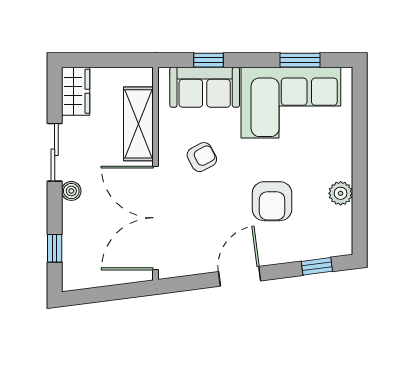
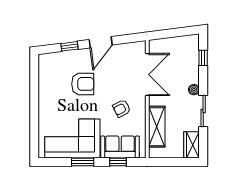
window: (300, 60) -> (83, 162), moved
plant: (341, 193) -> (45, 88), removed
armchair: (272, 201) -> (83, 84), turned 90
double door: (156, 218) -> (147, 75), width x0.73
window: (317, 266) -> (69, 46), moved

